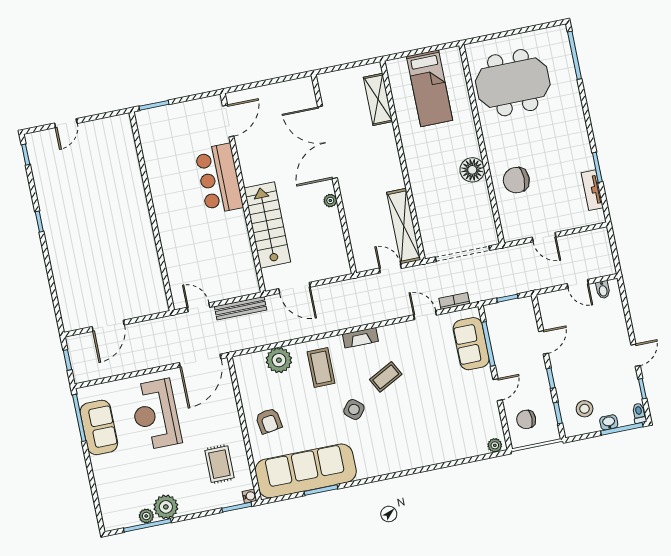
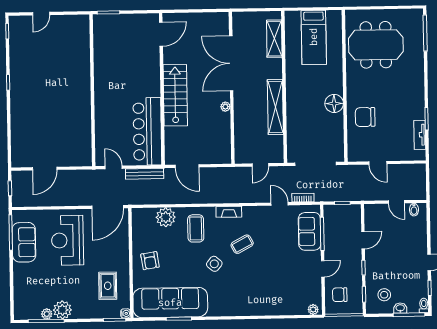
bar counter: (219, 179) -> (147, 131), moved, width x1.36
stairs: (267, 225) -> (175, 95), moved
shelving: (404, 226) -> (275, 107), moved
door: (390, 268) -> (260, 165), swing flipped

